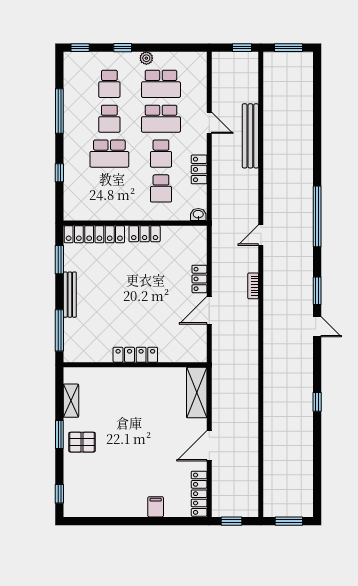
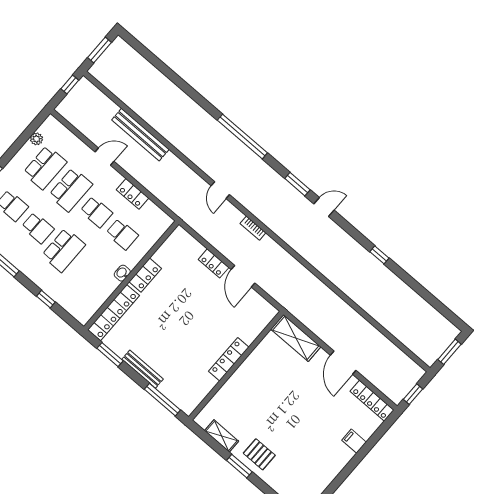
plant: (146, 58) -> (36, 139), moved
washbasin: (198, 215) -> (122, 273), moved
pallet: (82, 442) -> (259, 454), turned 90

